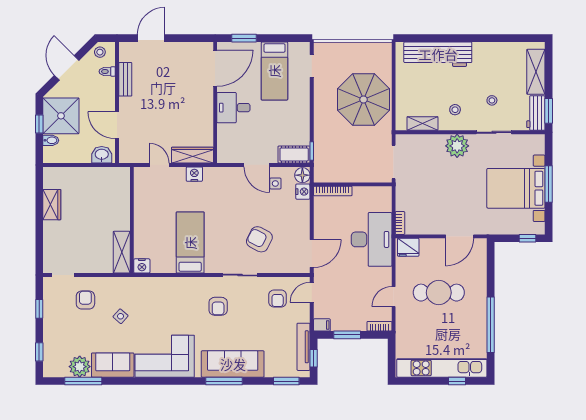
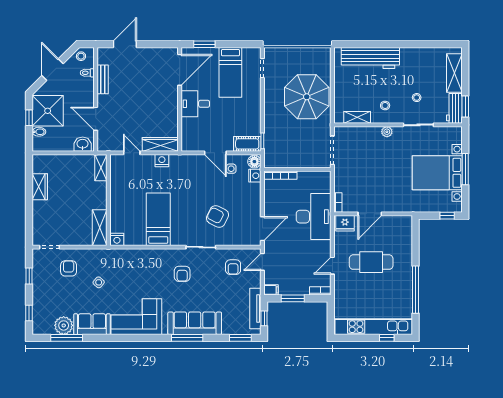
plant: (457, 146) -> (387, 132), width x0.53, depth x0.53
shelving: (123, 182) -> (101, 168), added
door: (460, 236) -> (370, 214), moved

